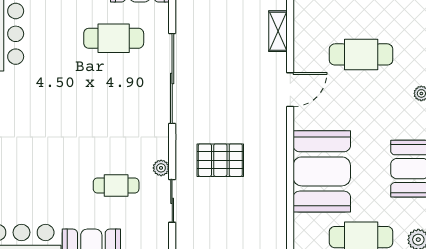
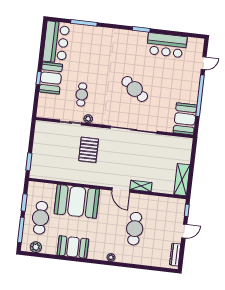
shelving: (278, 31) -> (141, 186), moved
cafe table: (114, 38) -> (135, 89), moved, turned -52

